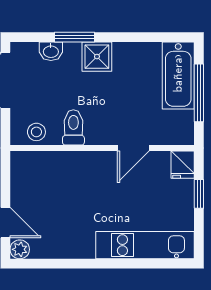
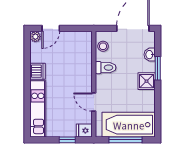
bathtub: (178, 75) -> (129, 125), width x1.36, depth x1.36
dishwasher: (80, 246) -> (37, 71), added

